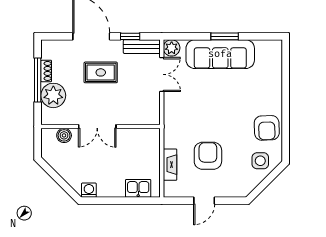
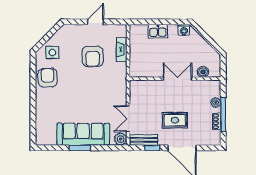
plant: (53, 95) -> (216, 103), width x0.53, depth x0.53
kitchen sink: (138, 188) -> (158, 31), moved

